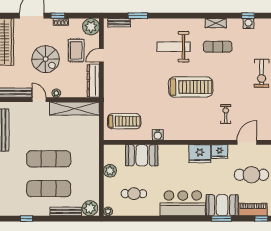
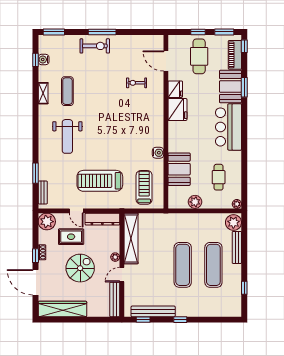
treadmill: (191, 87) -> (100, 181), moved, turned -90

